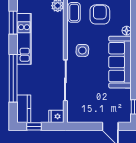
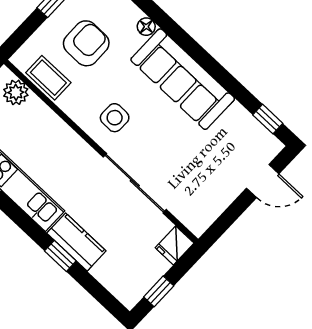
armchair: (100, 14) -> (86, 43), turned 90
window: (13, 78) -> (60, 256), width x0.32
kitchen counter: (24, 109) -> (76, 242), moved

